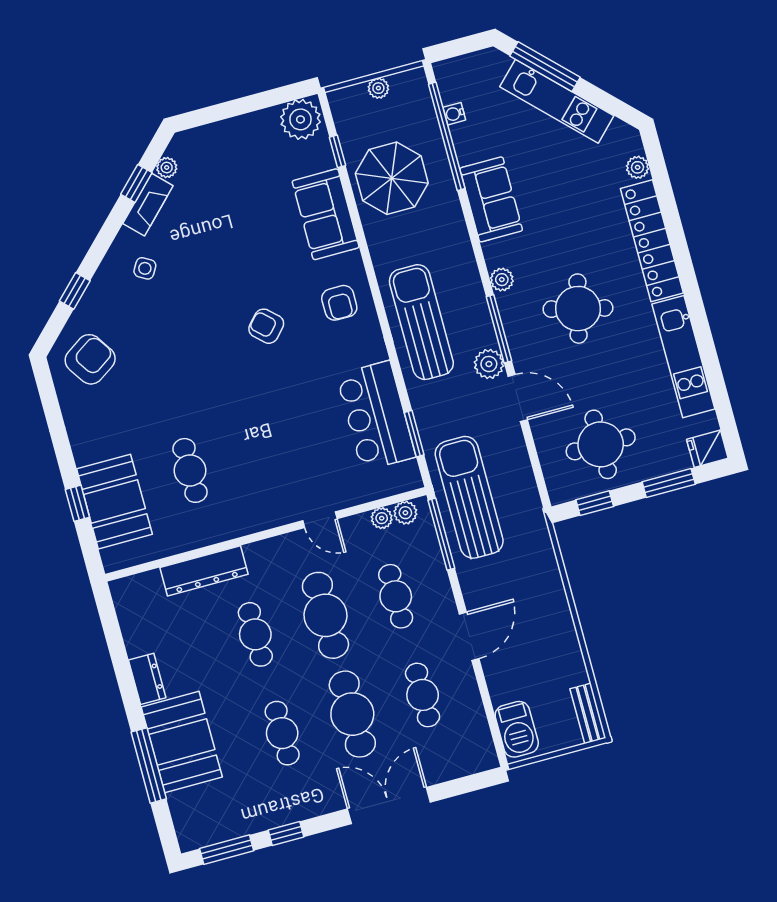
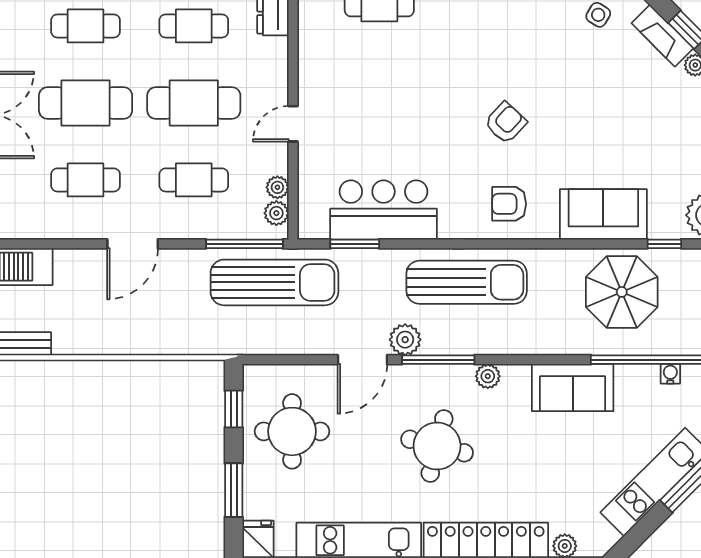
door: (469, 636) -> (133, 244), hinge flipped

